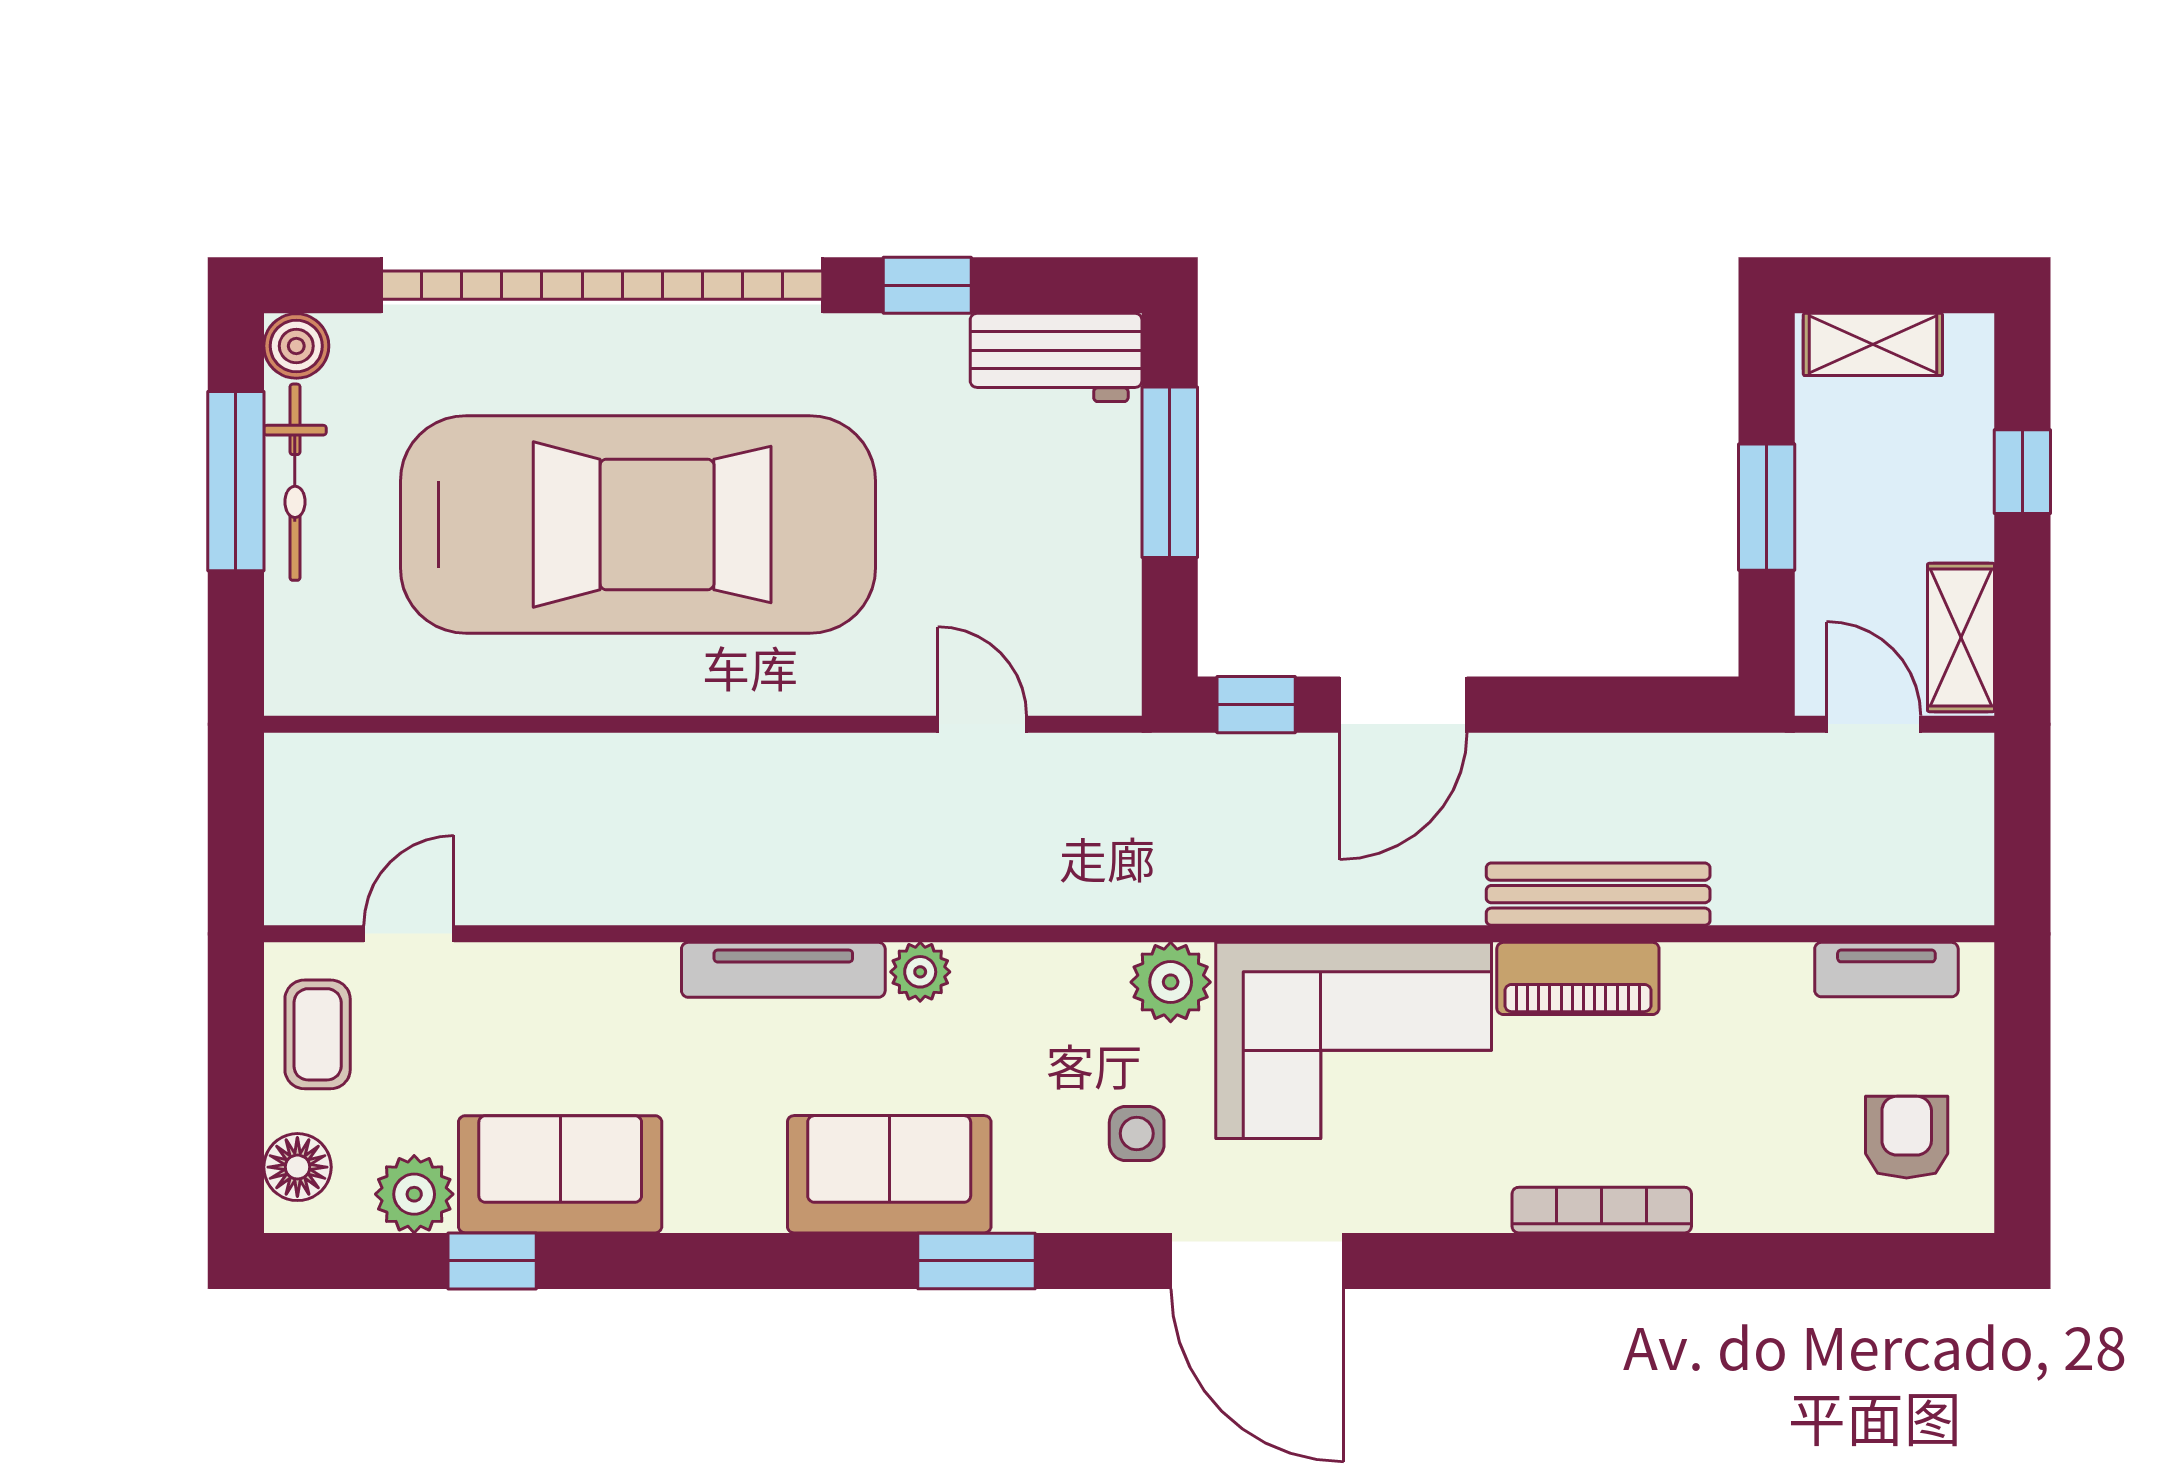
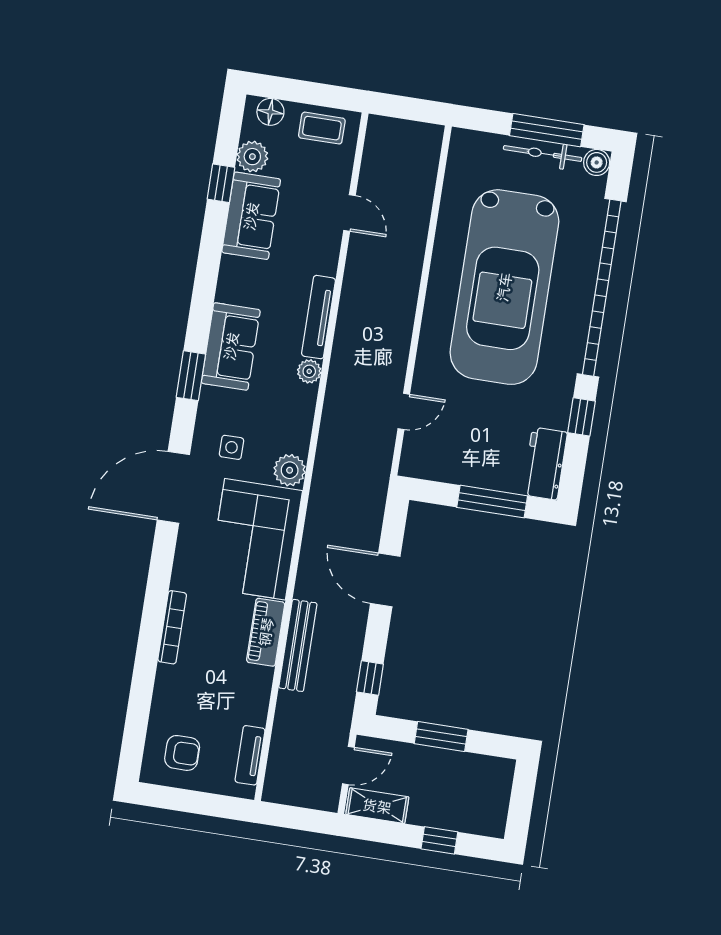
shelving: (1873, 344) -> (499, 789), removed
window: (1256, 705) -> (370, 678), moved
door: (409, 934) -> (349, 213), moved

